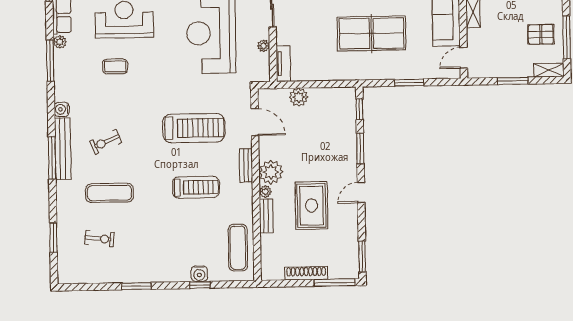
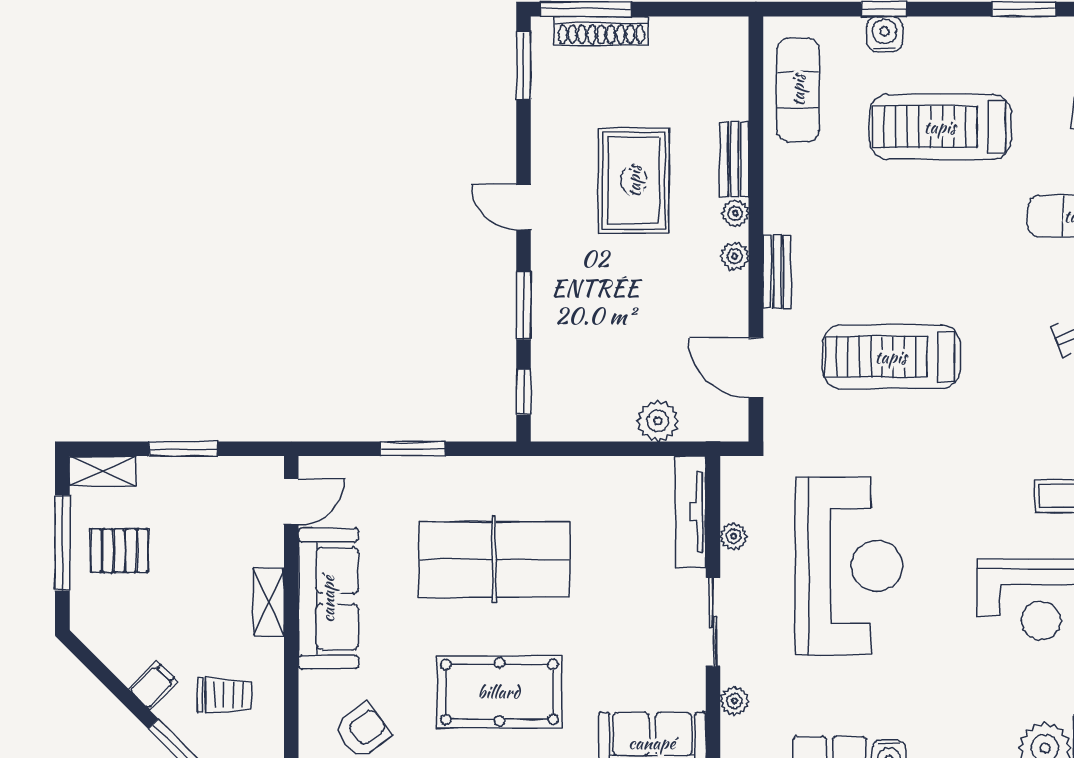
tv unit: (283, 64) -> (691, 512), width x1.41
plant: (271, 172) -> (735, 256), width x0.53, depth x0.53
treadmill: (196, 187) -> (940, 127), moved, width x1.37, depth x1.38
door: (361, 193) -> (524, 207), swing flipped
shoe rack: (306, 273) -> (601, 31), moved

